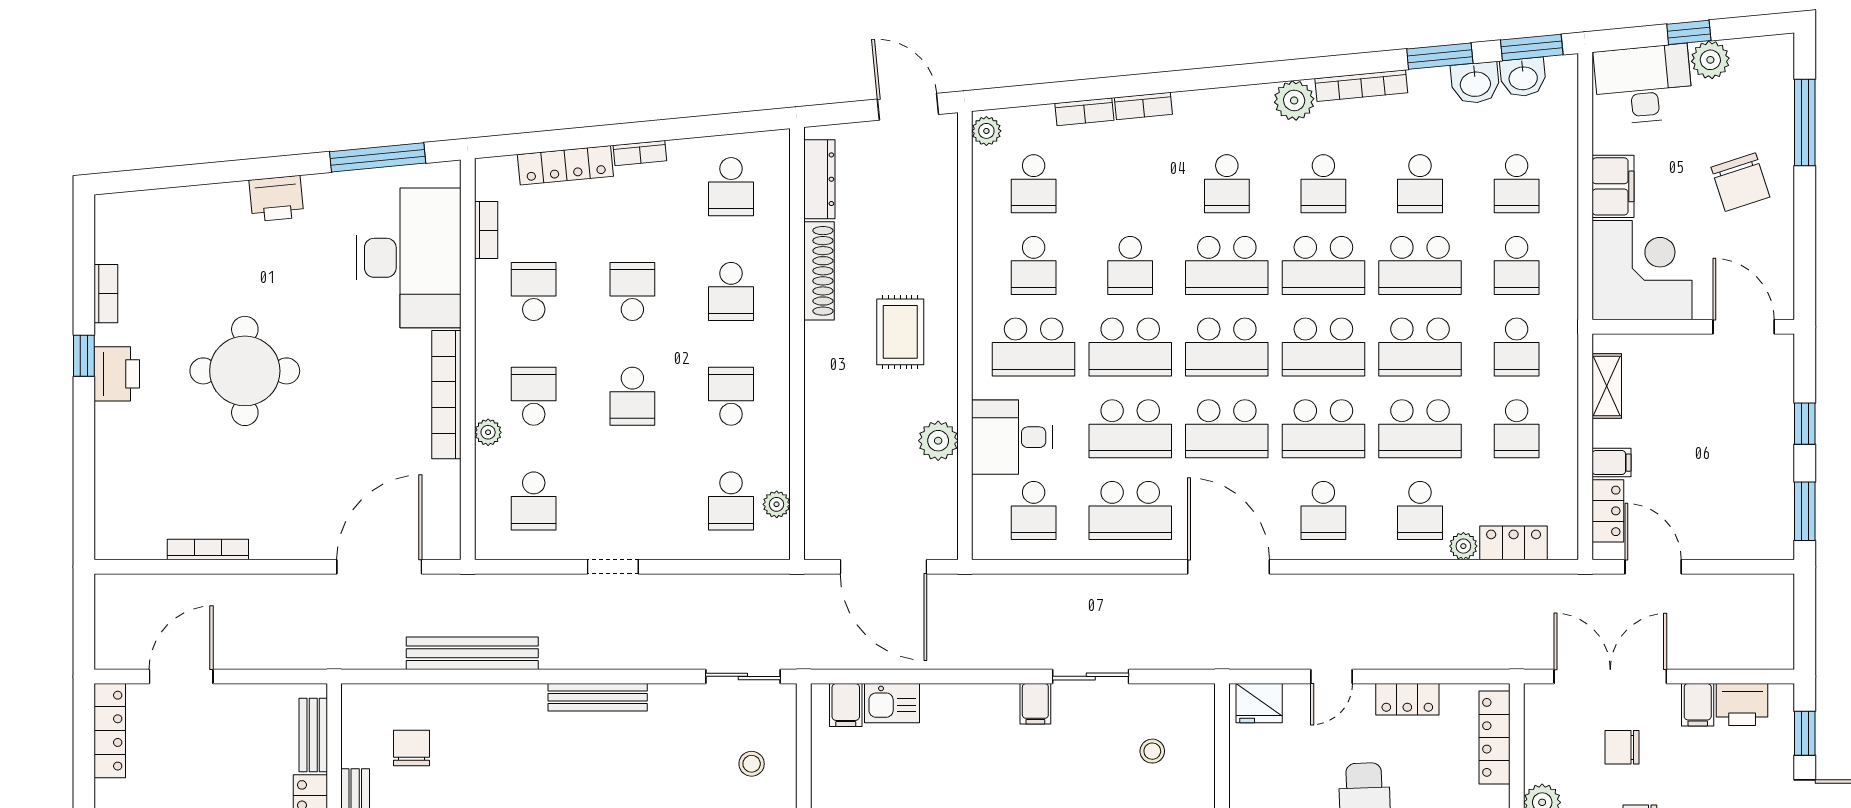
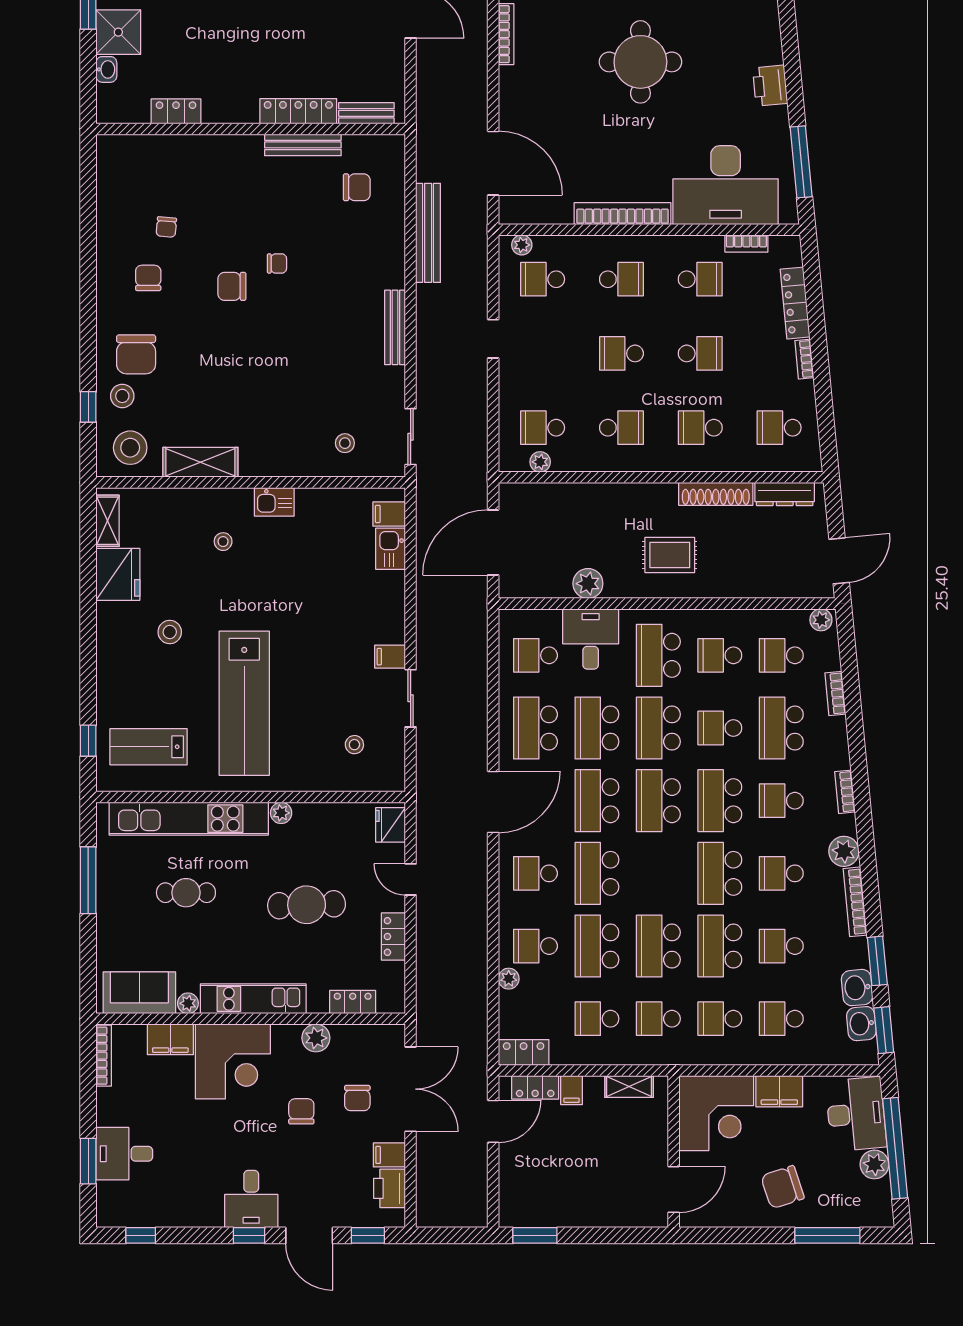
window: (1689, 32) -> (895, 1148), width x3.17
bookcase: (1143, 106) -> (845, 792), moved
school desk: (1323, 347) -> (781, 728), moved
window: (1805, 424) -> (601, 1235), removed
plant: (488, 432) -> (522, 245), moved
locker: (1514, 543) -> (524, 1052), moved, turned -90
locker: (1495, 737) -> (353, 1002), width x0.66
chair: (1622, 747) -> (357, 1098), turned 180

